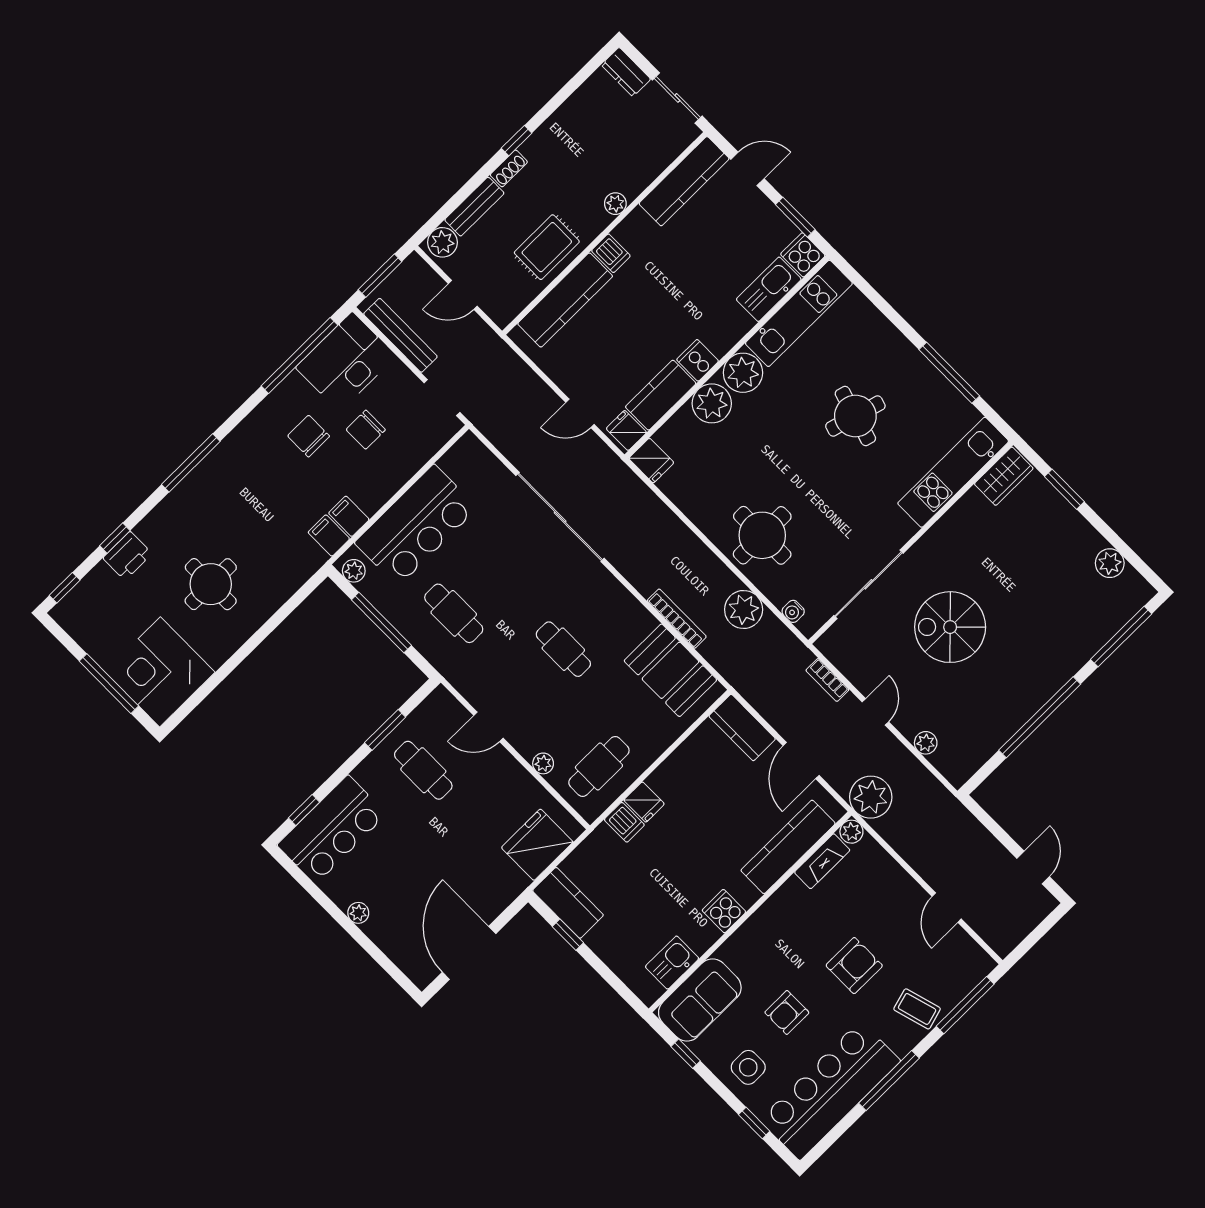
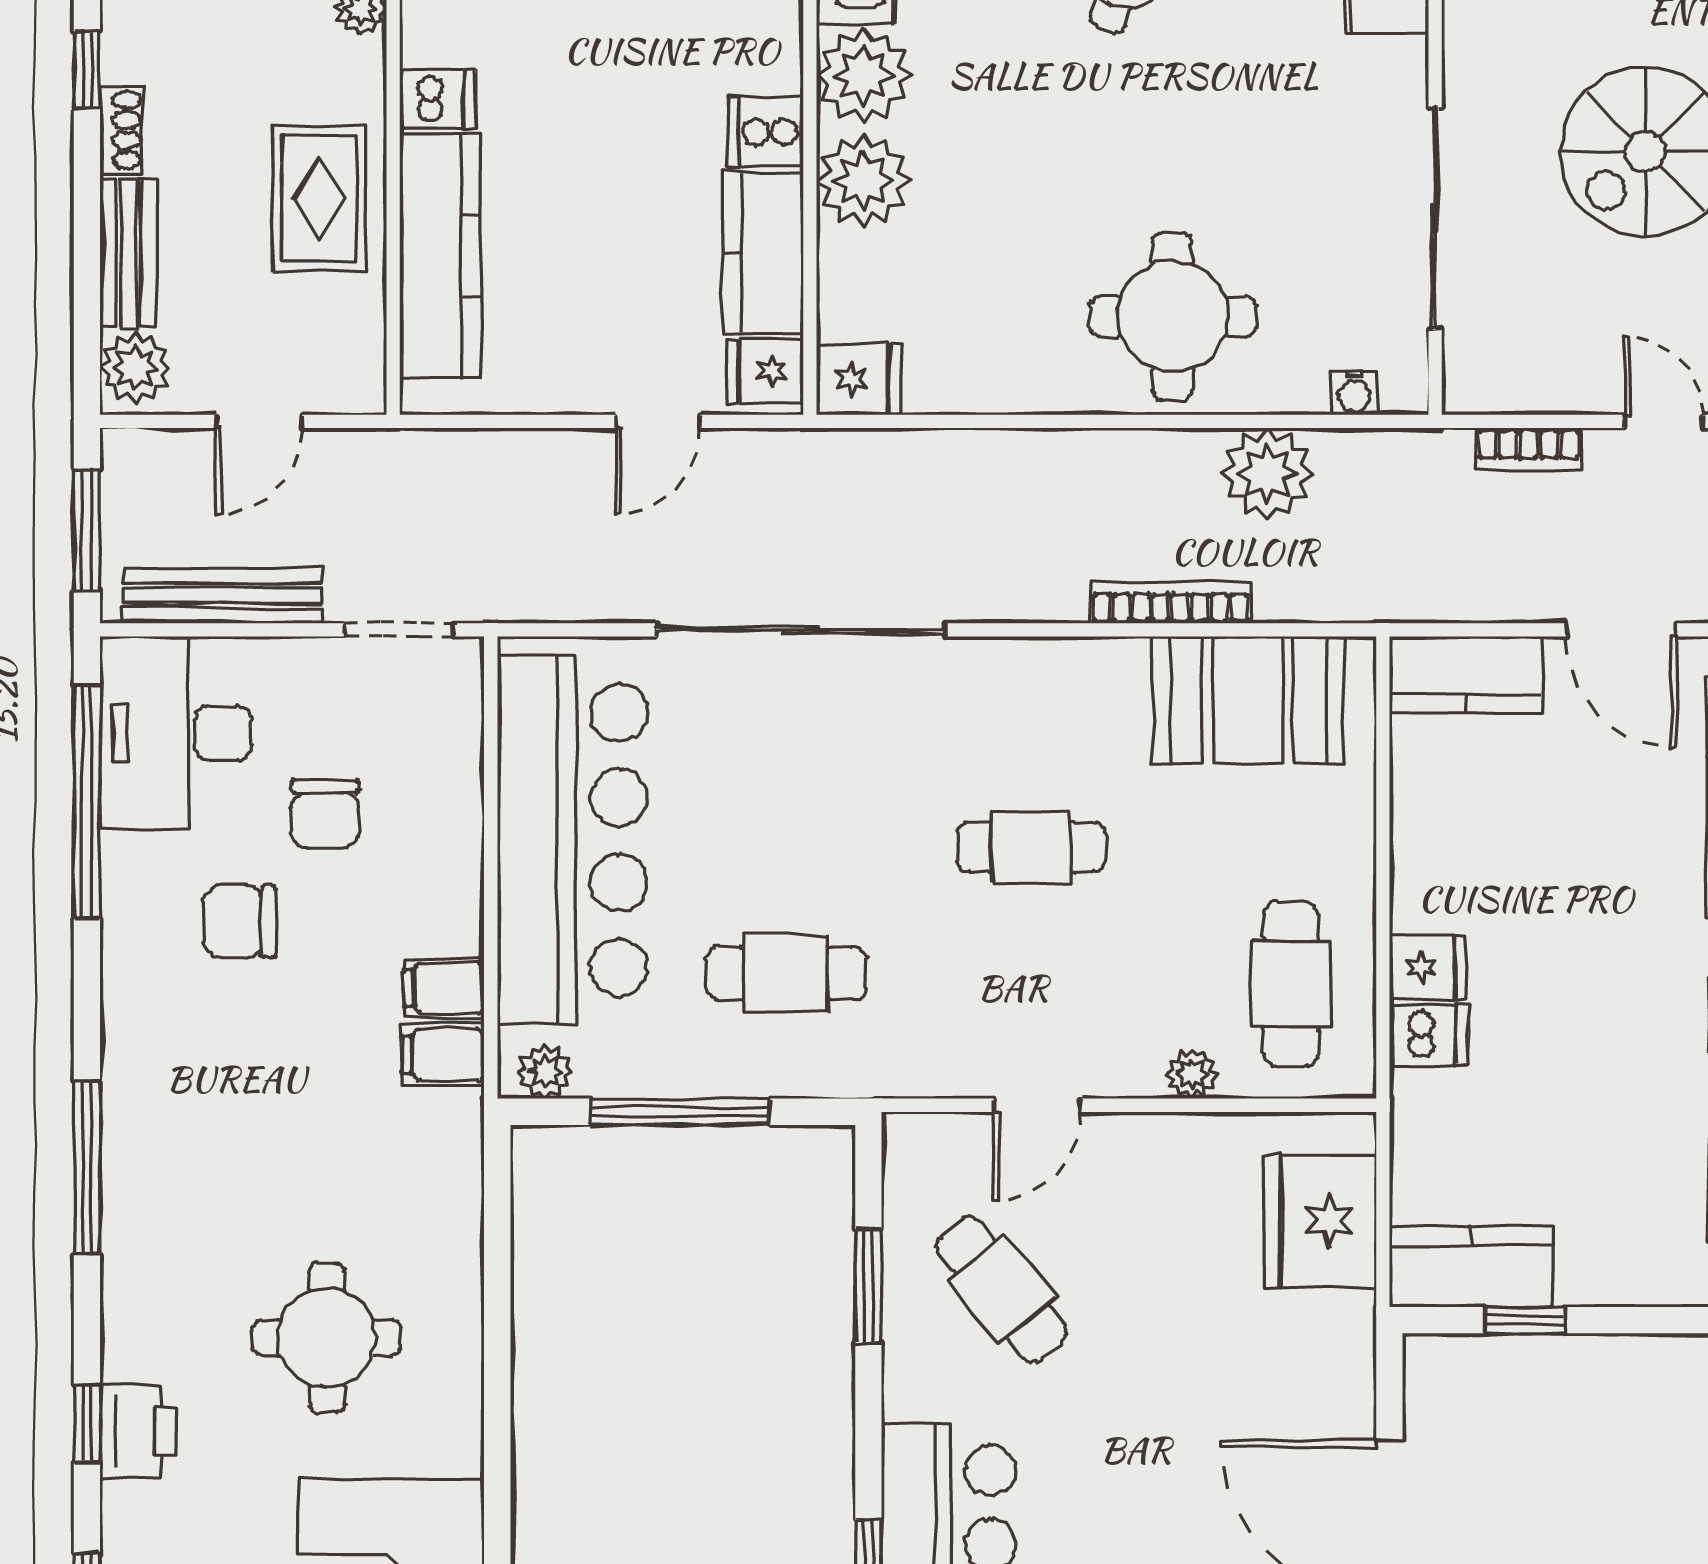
bar counter: (416, 525) -> (572, 840), width x1.36
cafe table: (423, 770) -> (1002, 1289), turned 51

